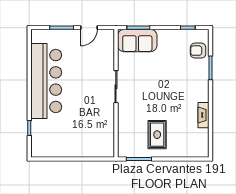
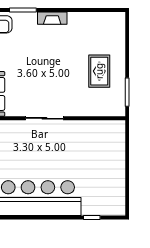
fireplace: (204, 115) -> (52, 18), moved
rug: (157, 135) -> (99, 71), turned 90

